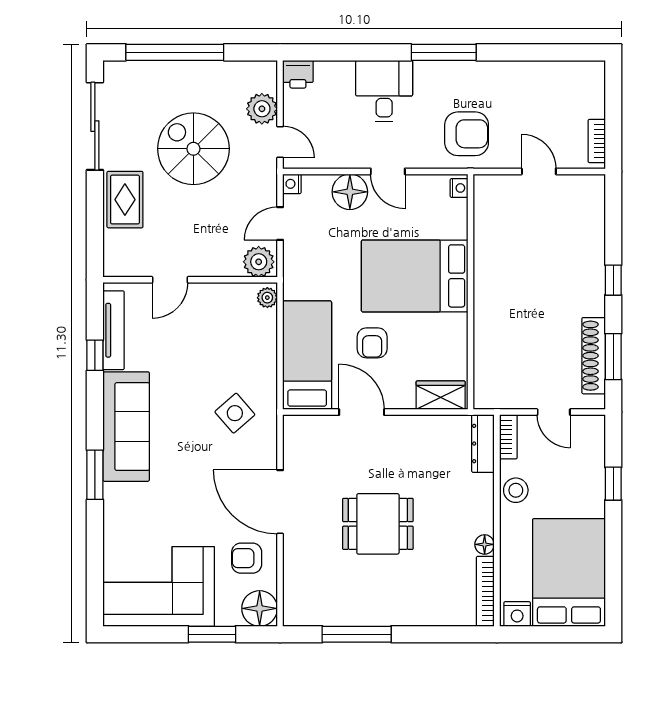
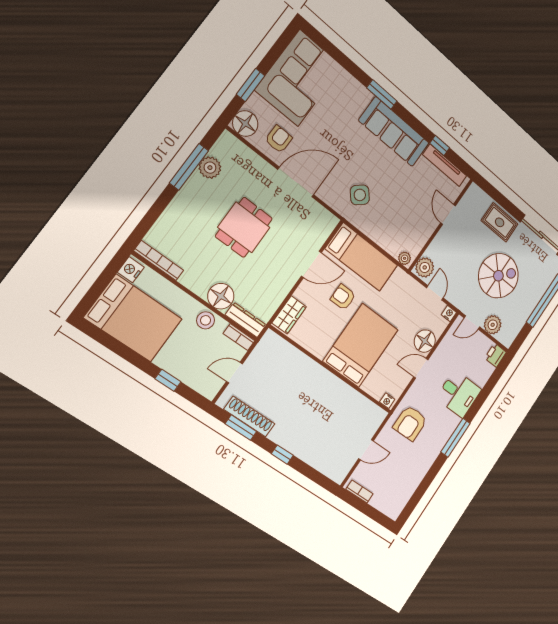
floor lamp: (485, 544) -> (221, 296), moved, width x1.89, depth x1.89
plant: (340, 611) -> (210, 168), added

